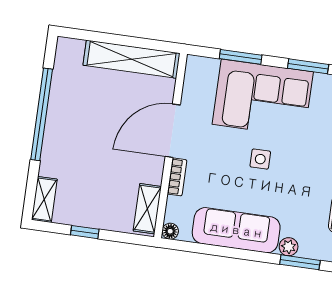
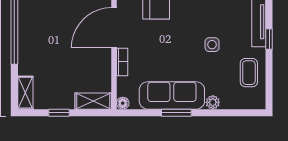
side table: (260, 159) -> (212, 45), moved
shelving: (147, 209) -> (93, 101), moved, turned 90
window: (300, 262) -> (176, 113), moved

